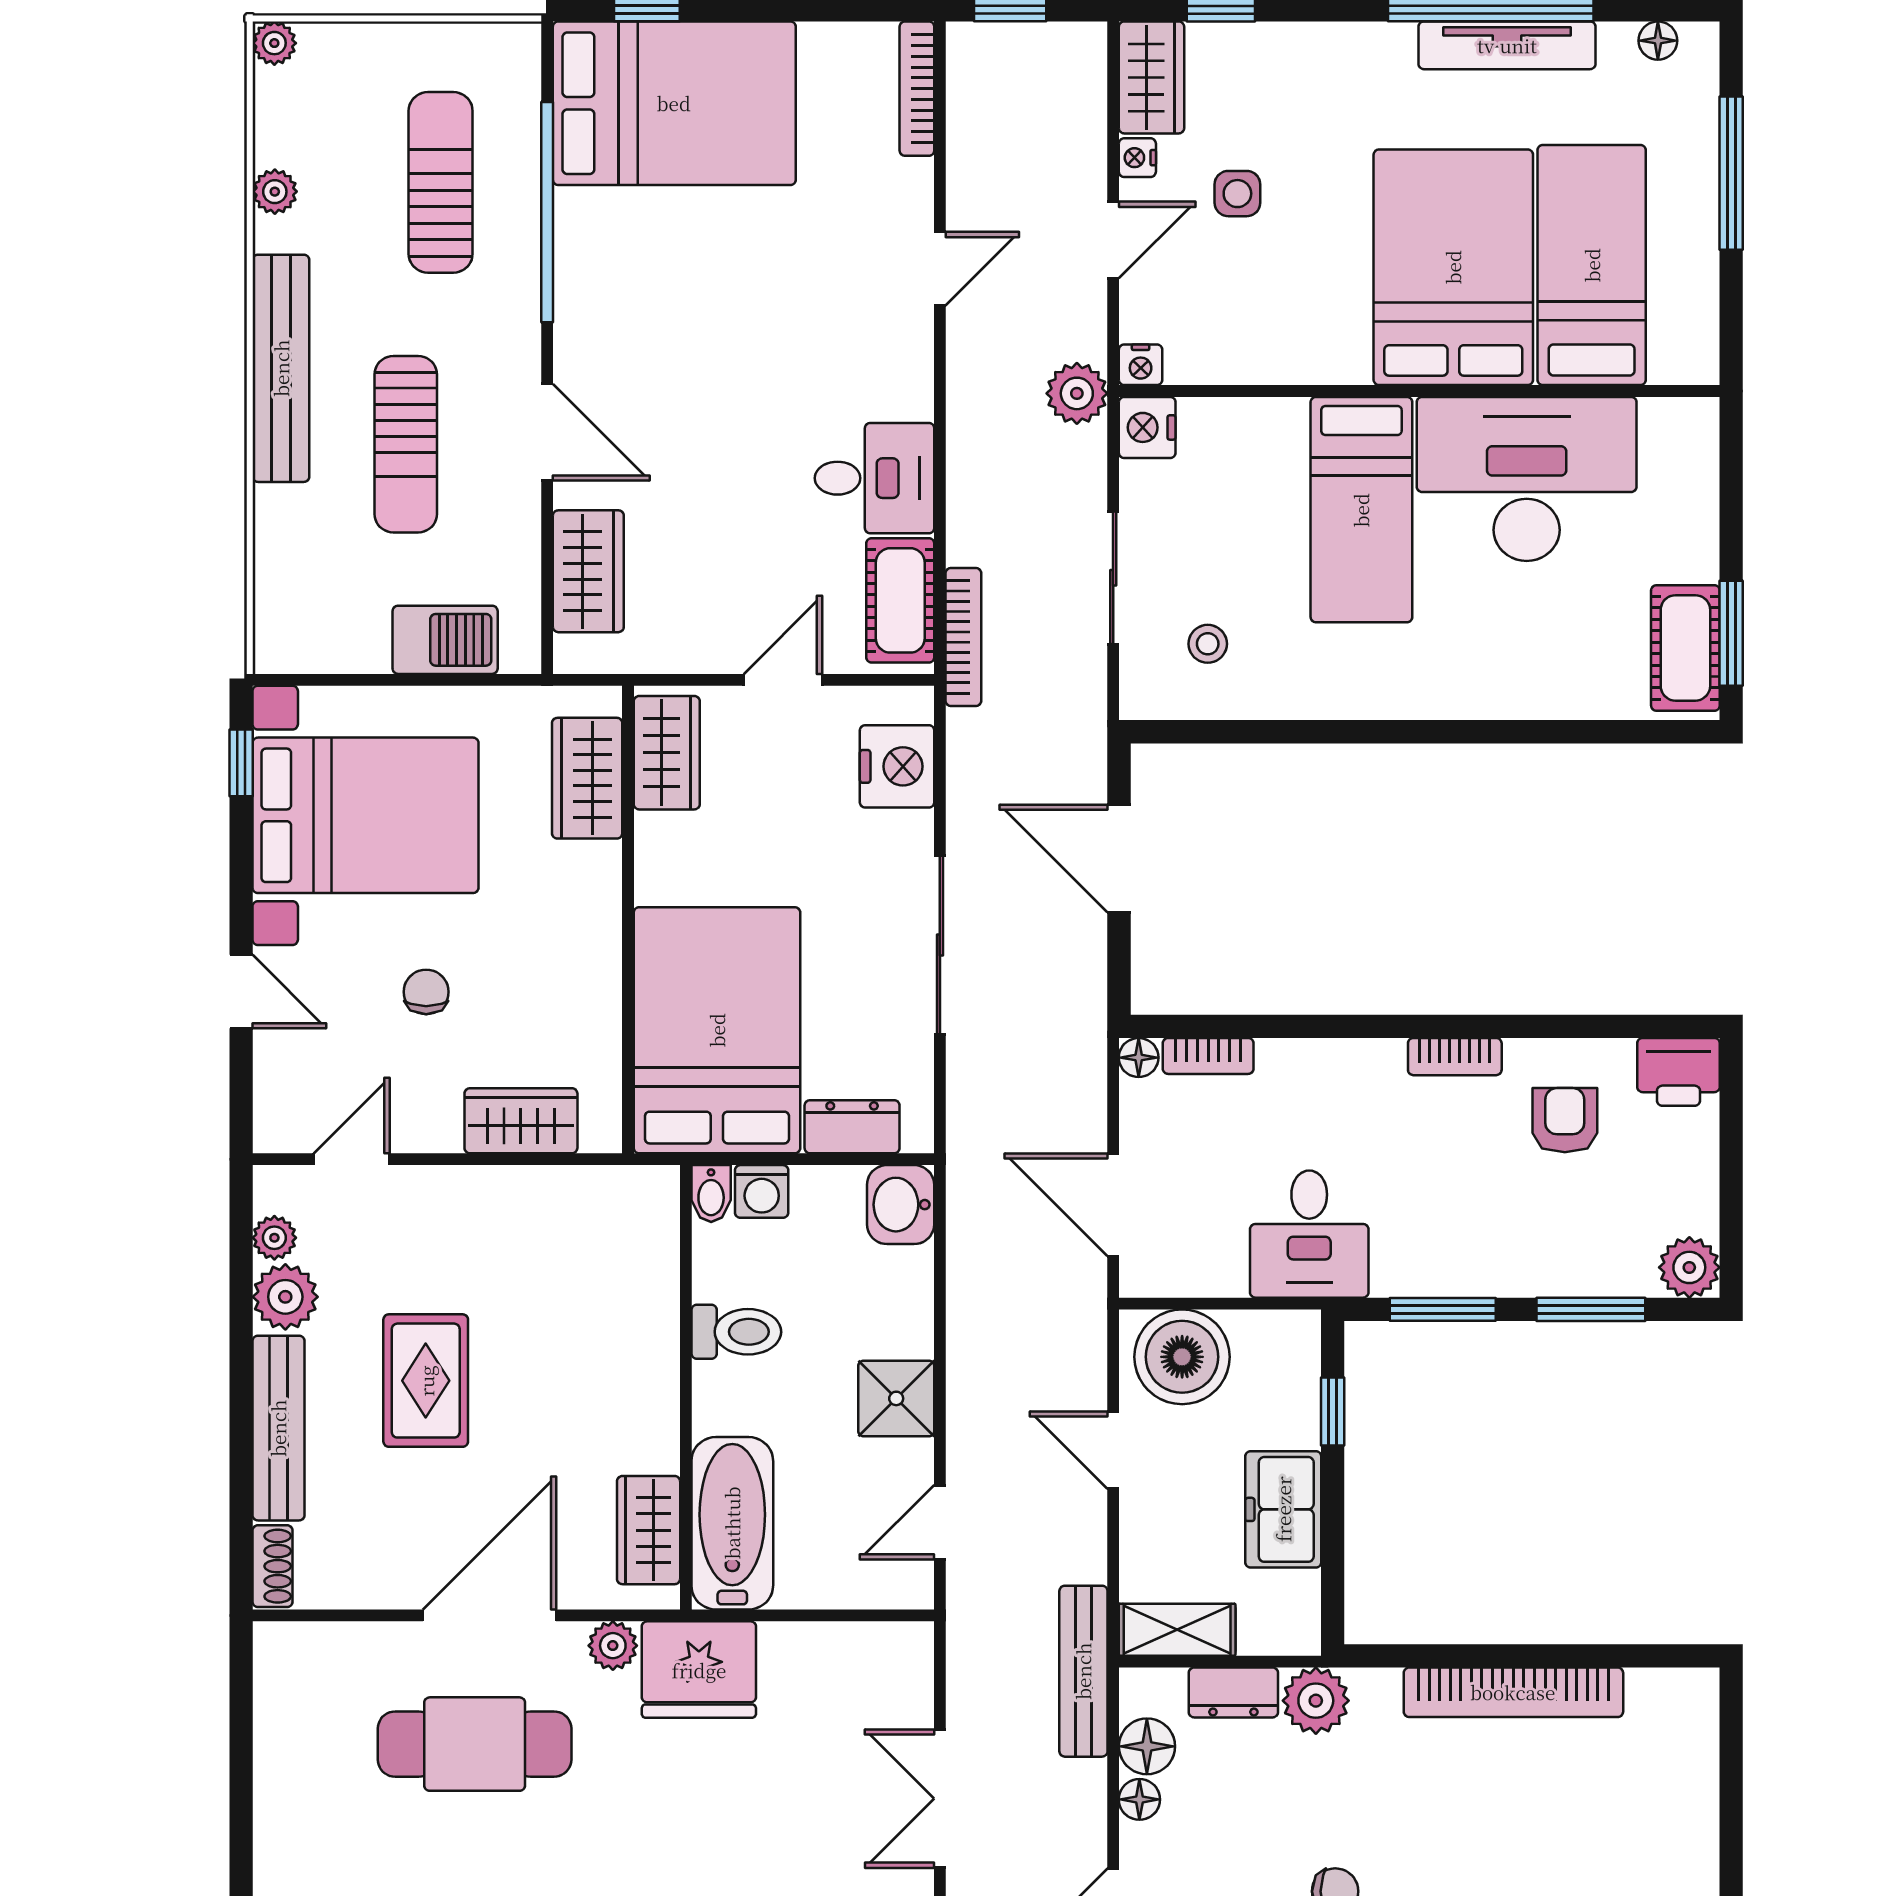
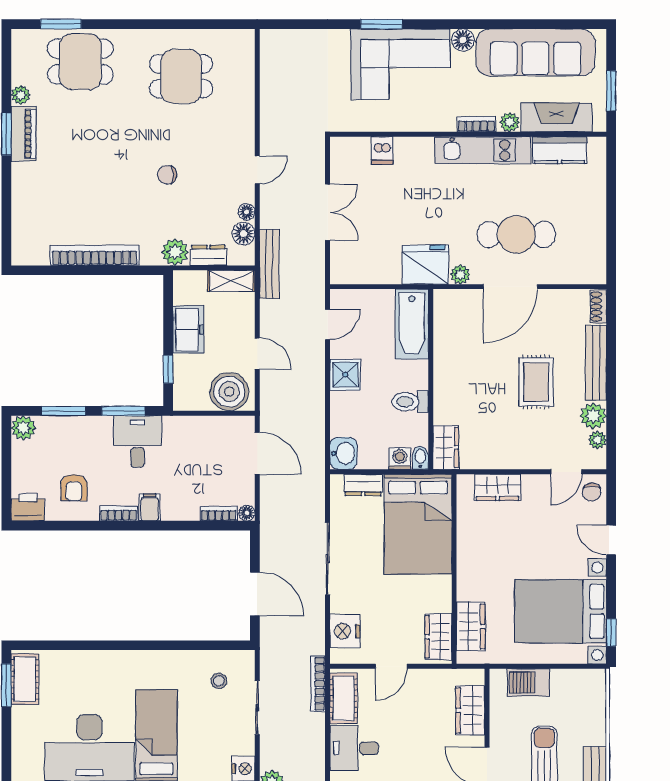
chair: (426, 992) -> (592, 492), moved
filing cabinet: (1378, 1071) -> (150, 507), added
desk: (1309, 1234) -> (138, 441), moved
wardrobe: (649, 1530) -> (446, 447), moved

